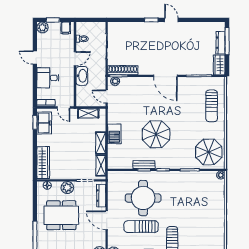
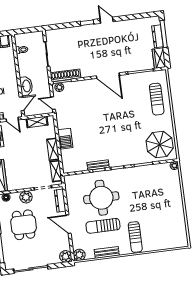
door: (75, 59) -> (22, 104), moved
parasol: (156, 134) -> (106, 134), removed
dining table: (61, 215) -> (24, 225), width x0.73

